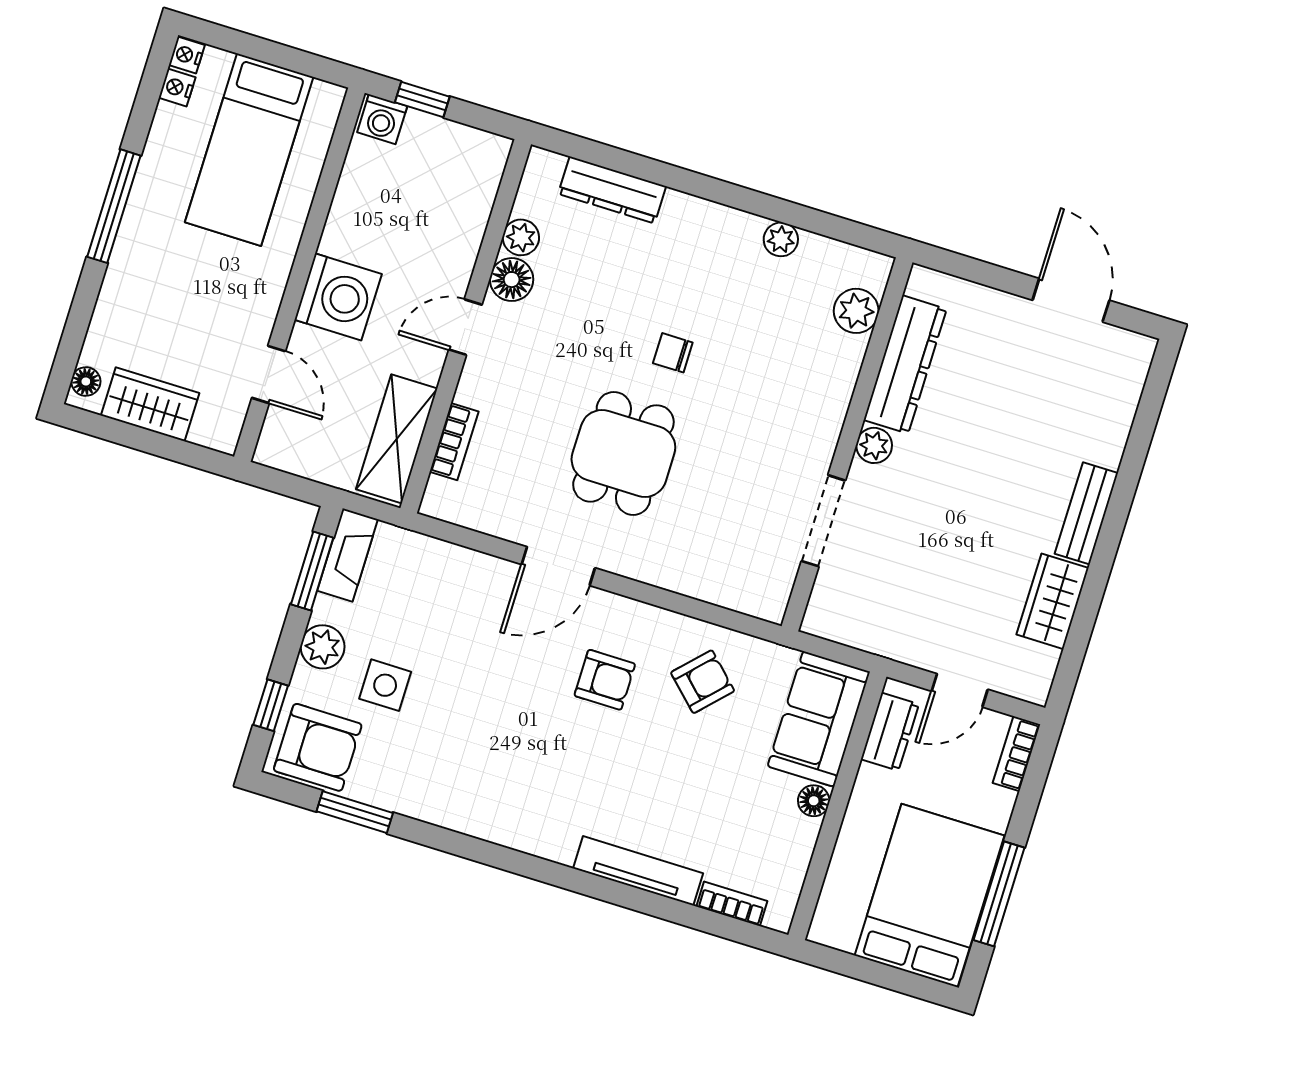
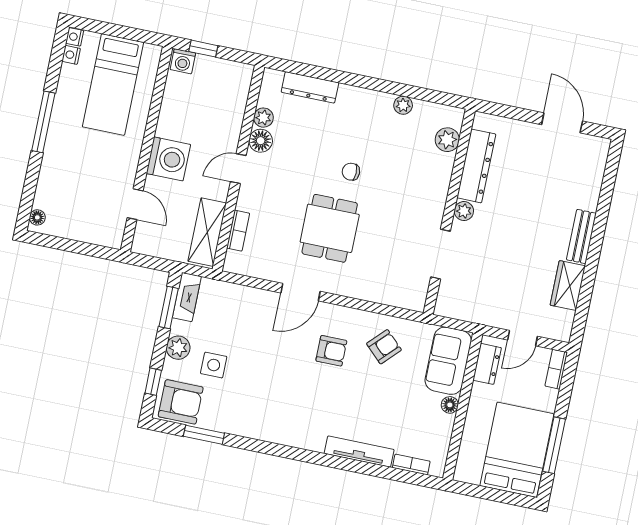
wardrobe: (150, 404) -> (73, 226), removed

